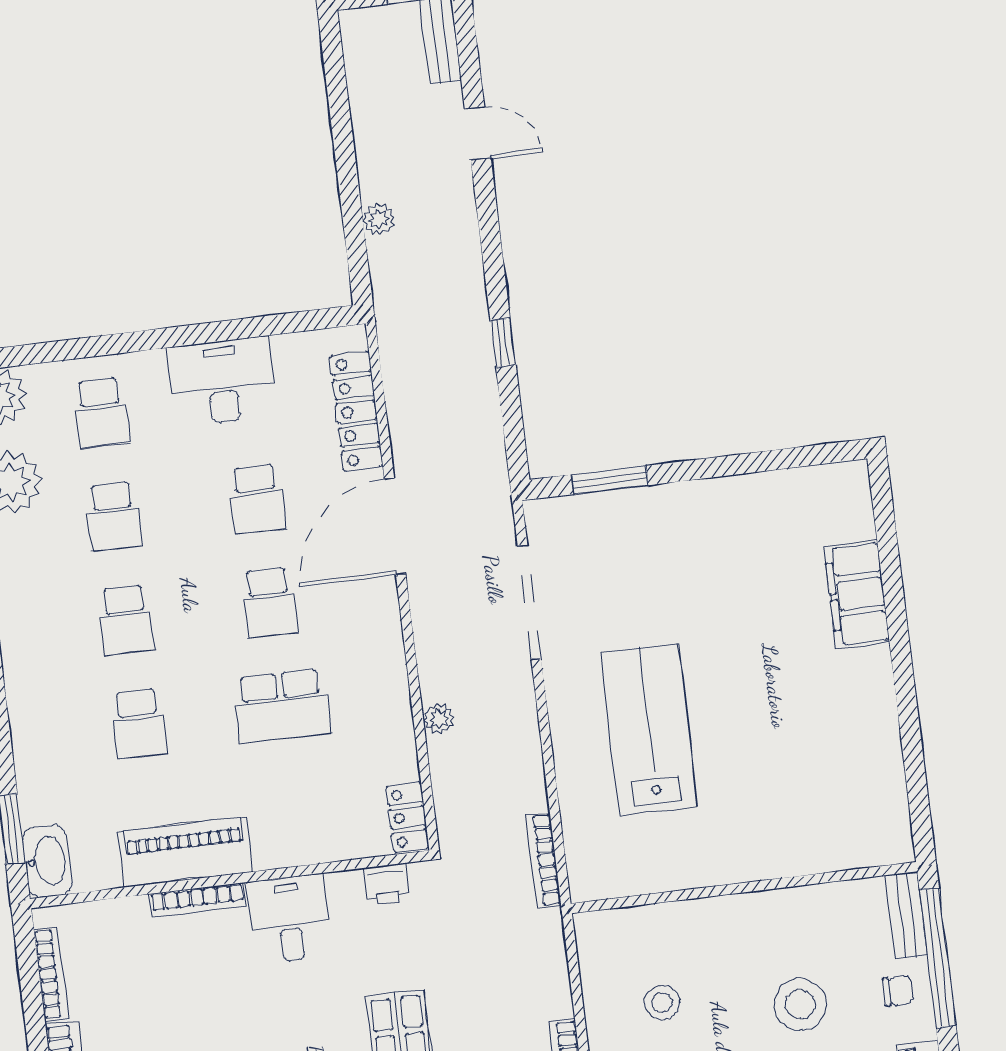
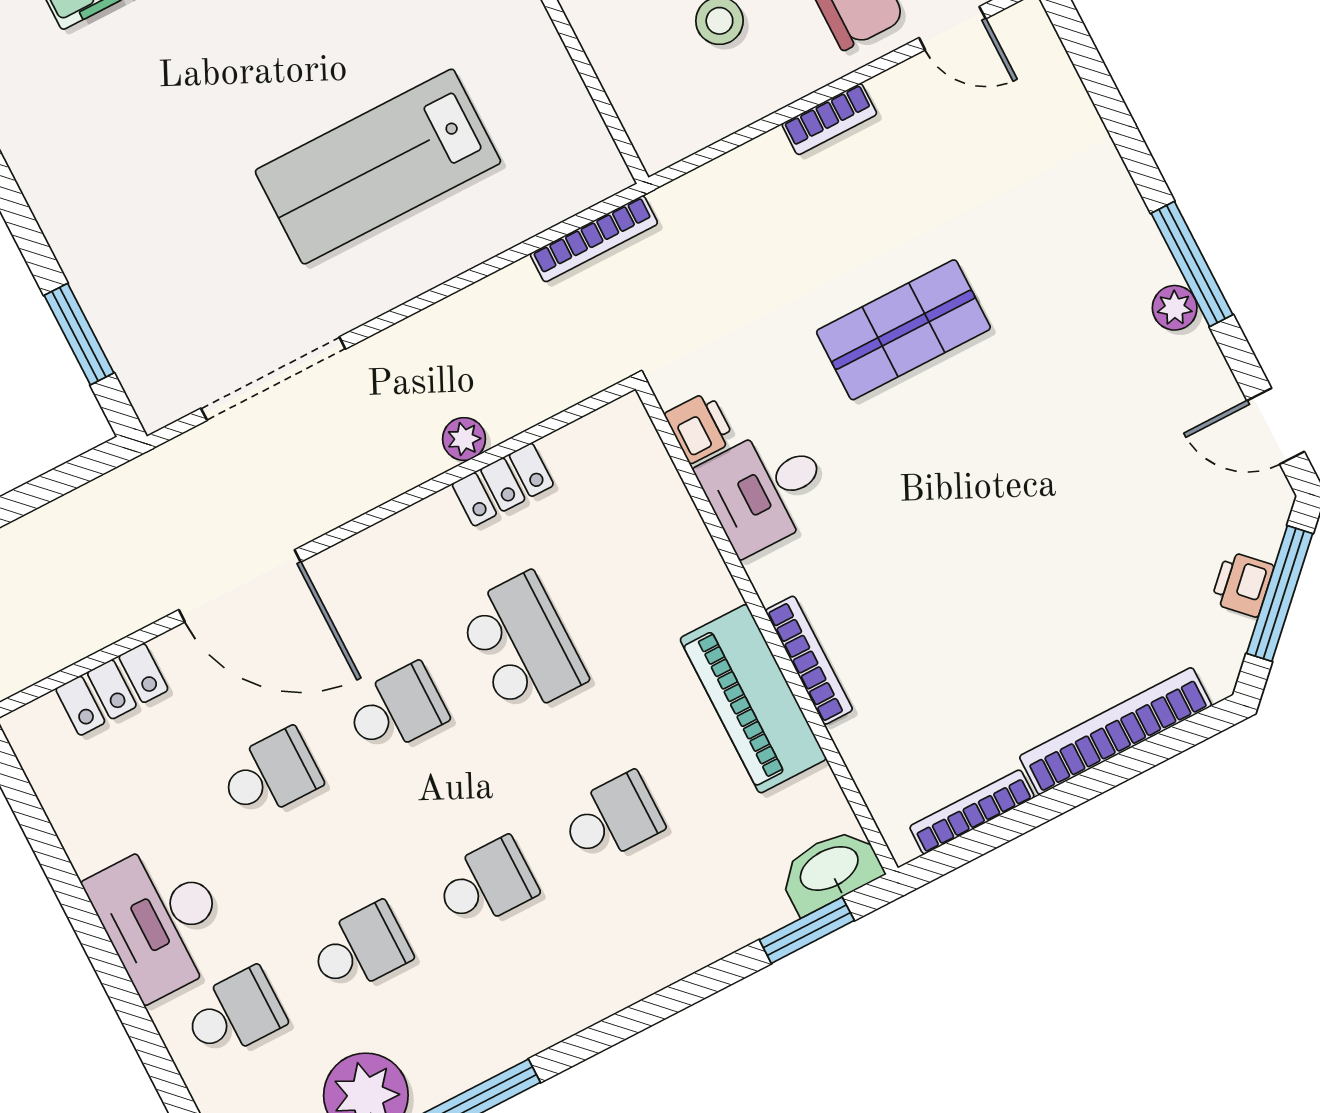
desk: (222, 382) -> (161, 919), moved
locker: (356, 411) -> (112, 689), width x0.66
locker: (407, 818) -> (503, 485), moved
desk: (289, 919) -> (765, 489), moved

